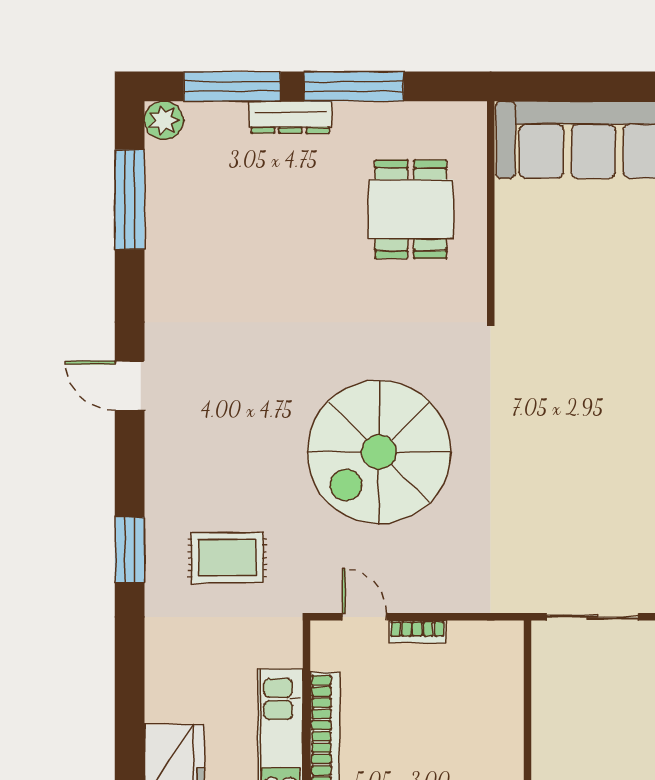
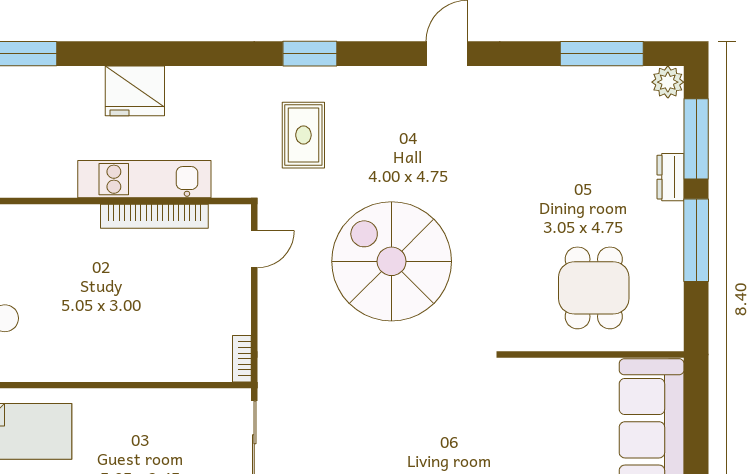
dresser: (290, 117) -> (670, 177), width x0.70
dining table: (411, 209) -> (594, 288), turned 90
bookcase: (417, 632) -> (242, 359), moved

